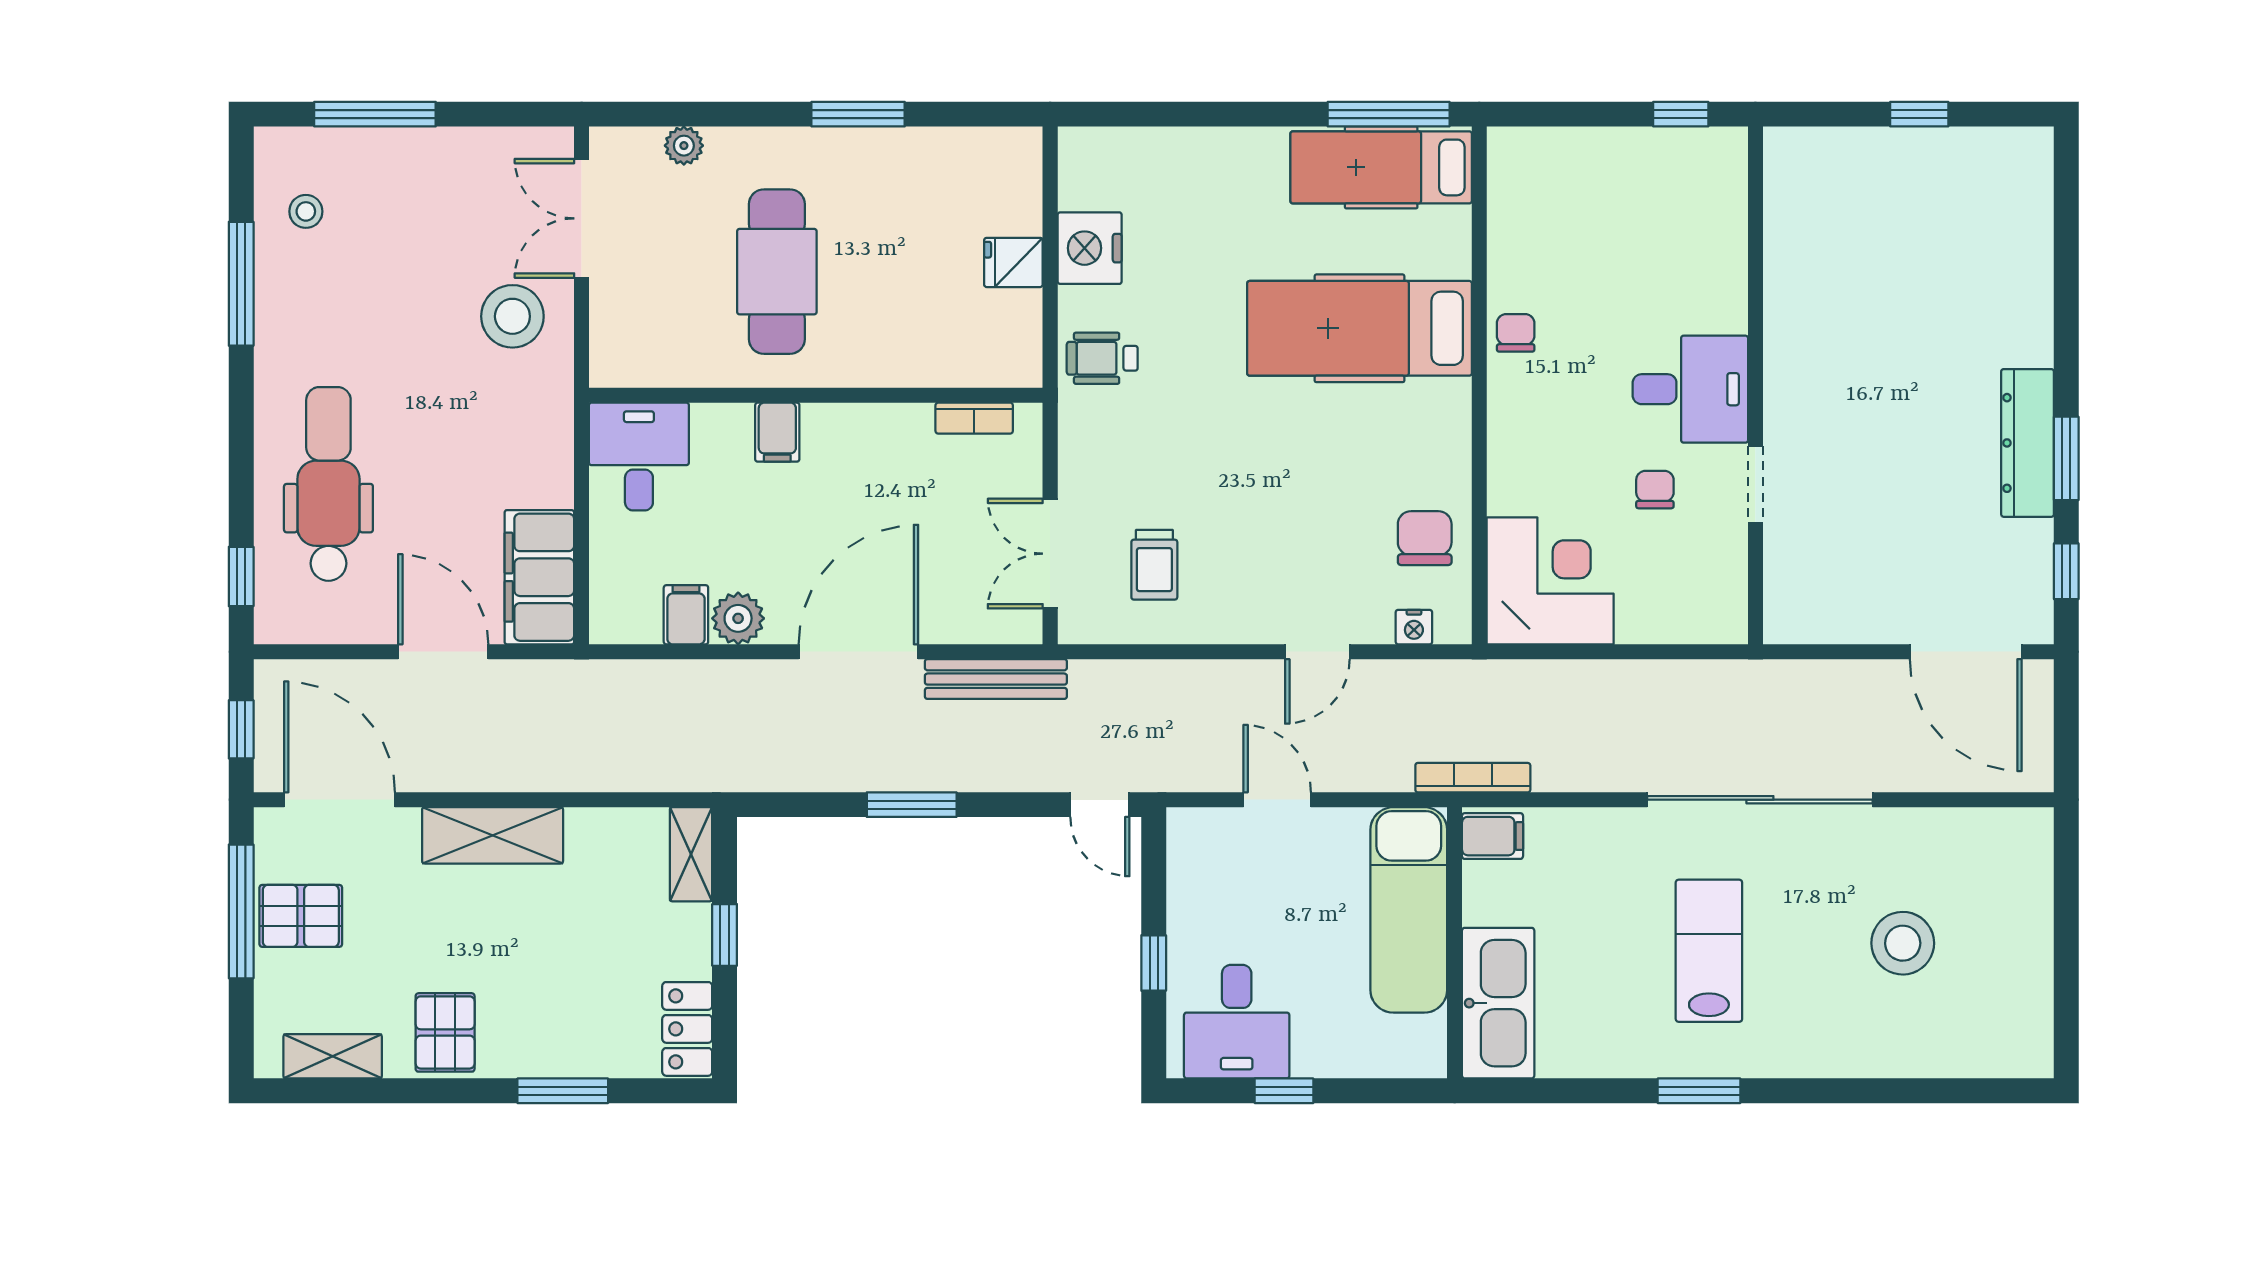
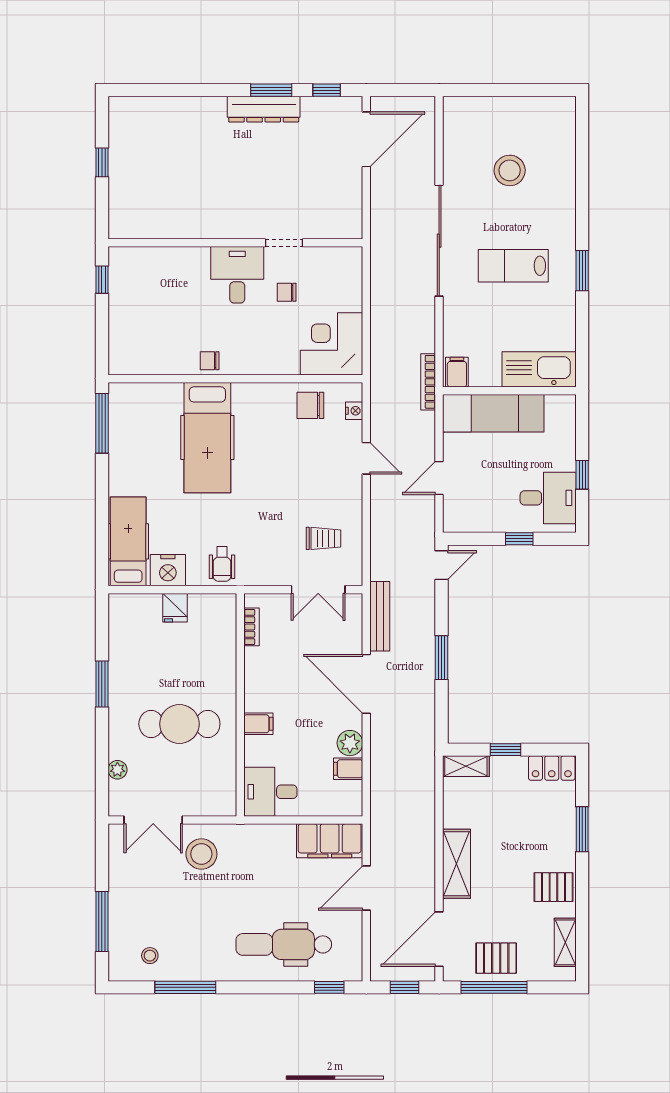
hospital bed: (1381, 167) -> (128, 541), moved, turned 180
pallet: (301, 916) -> (496, 958), turned 90

